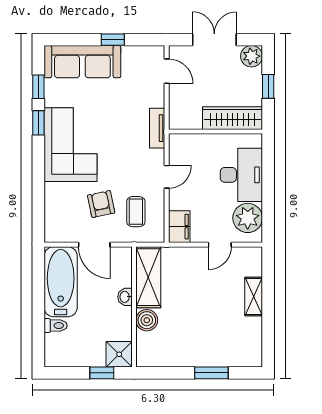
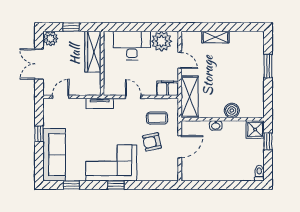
window: (38, 123) -> (116, 185), moved
shelving: (148, 277) -> (190, 97), moved, turned 90
bathtub: (61, 282) -> (205, 170), removed
toilet: (56, 326) -> (259, 173), moved

